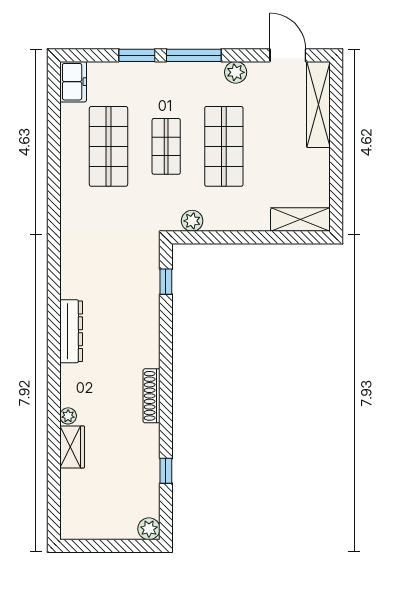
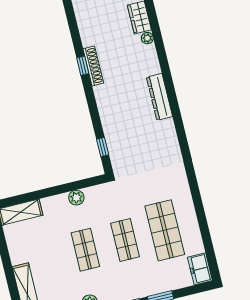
shop shelf: (224, 146) -> (85, 250), width x0.70, depth x0.74
plant: (192, 221) -> (76, 198), moved
window: (166, 471) -> (83, 66), moved

